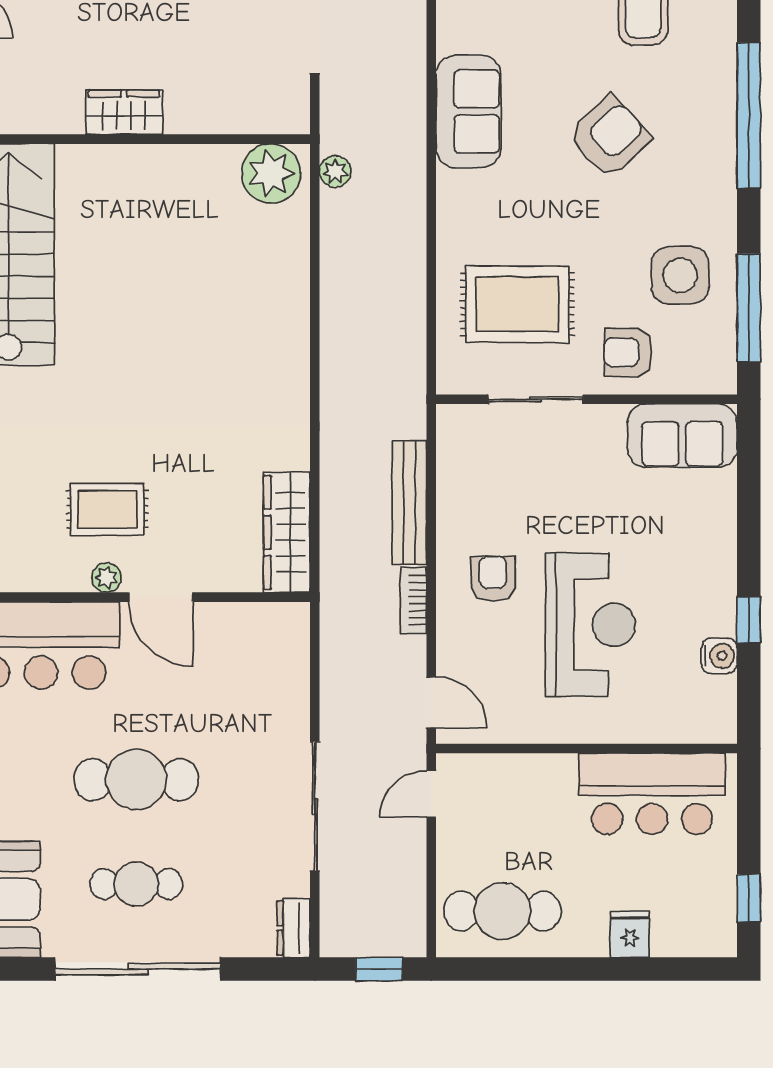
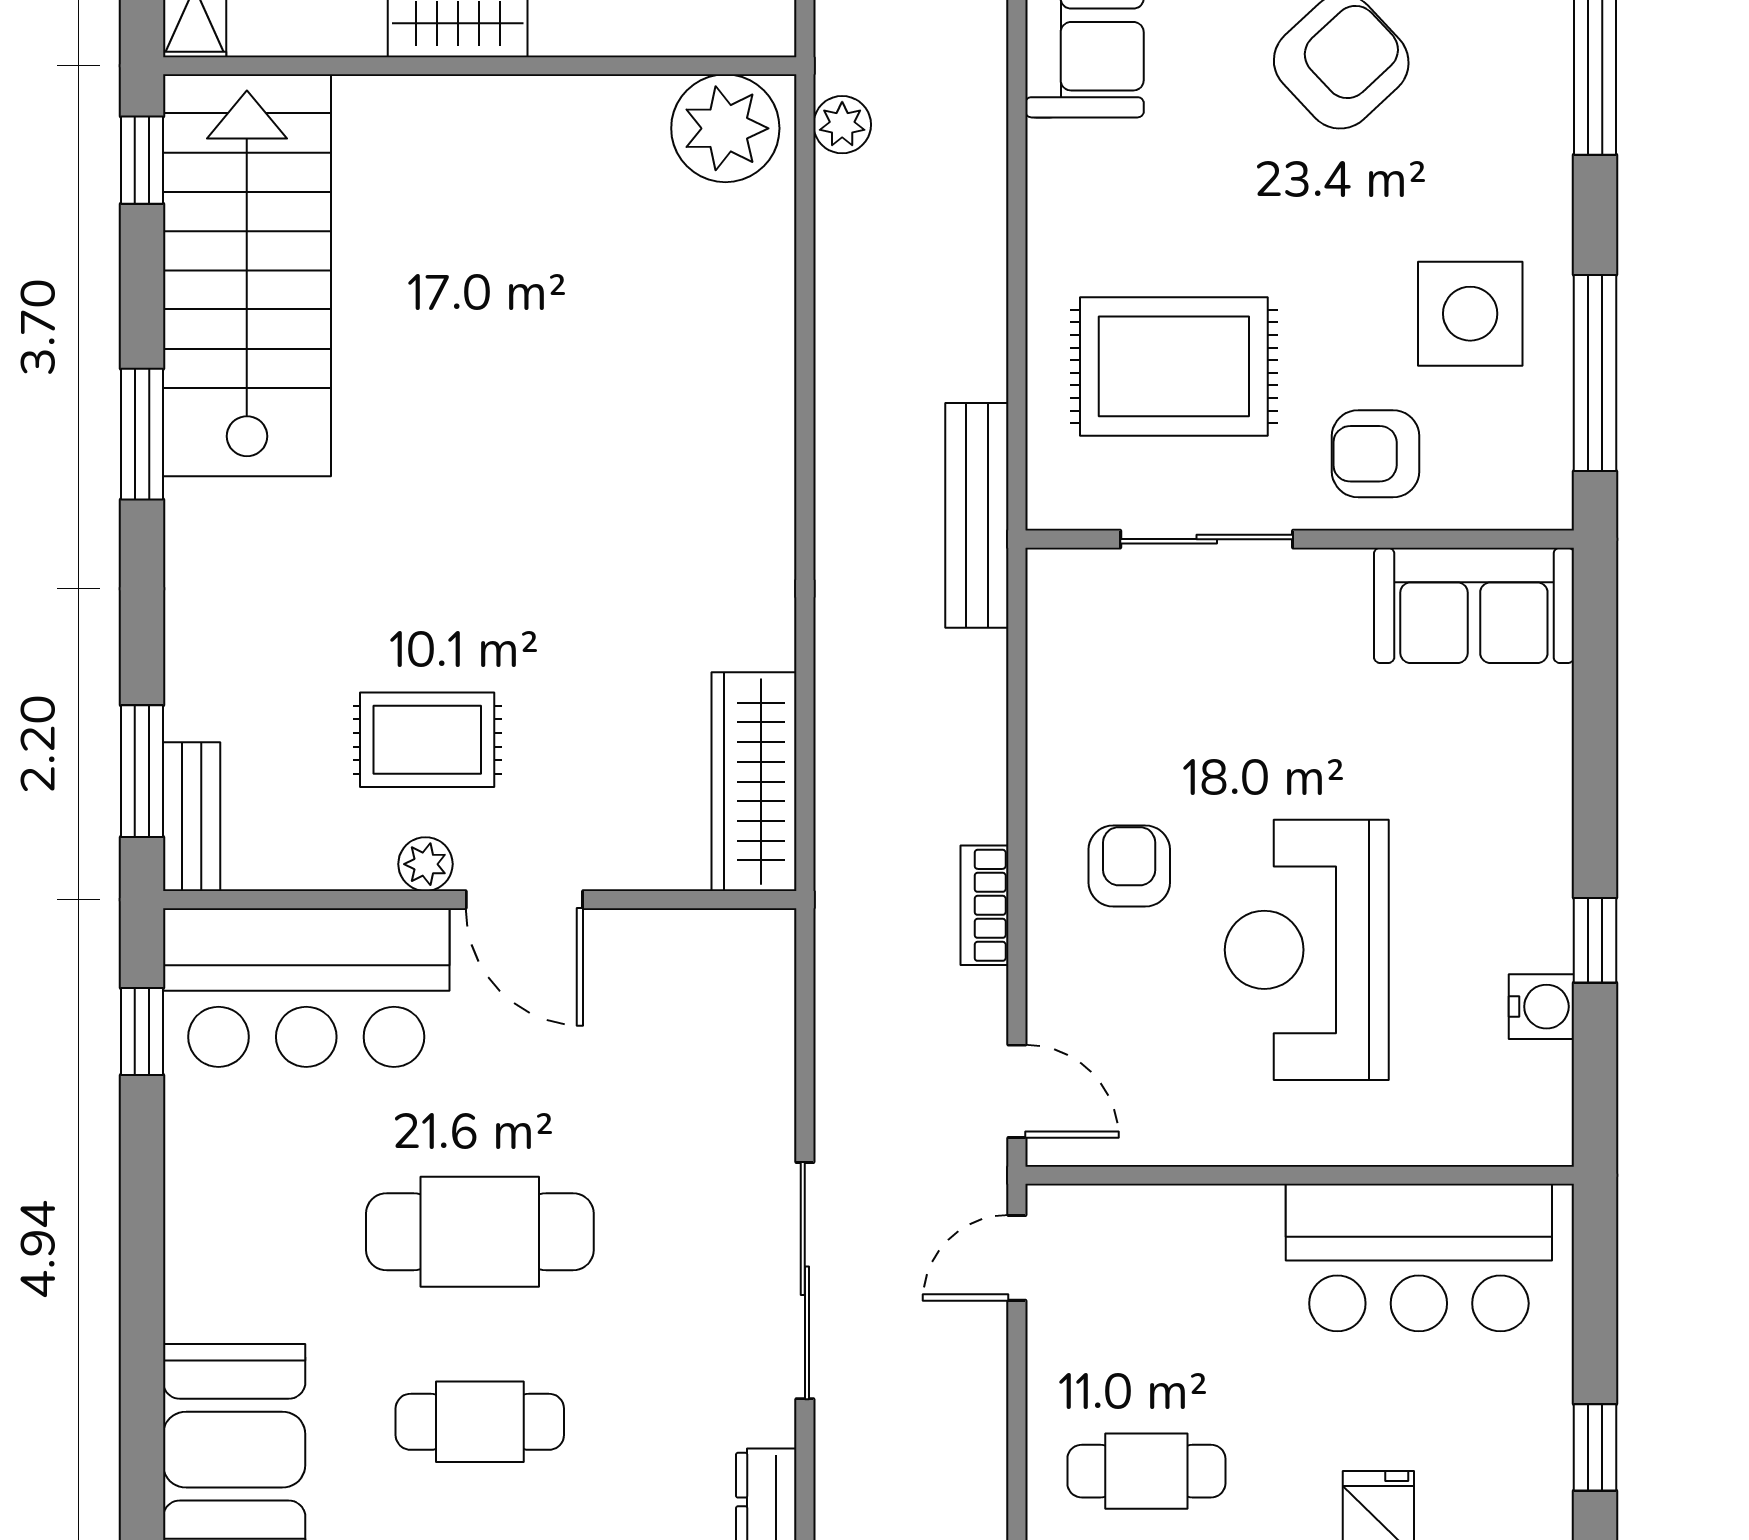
bench: (409, 502) -> (977, 515), moved
reception desk: (590, 625) -> (1307, 950), turned 180
cafe table: (502, 911) -> (1146, 1471), width x0.73, depth x0.74

